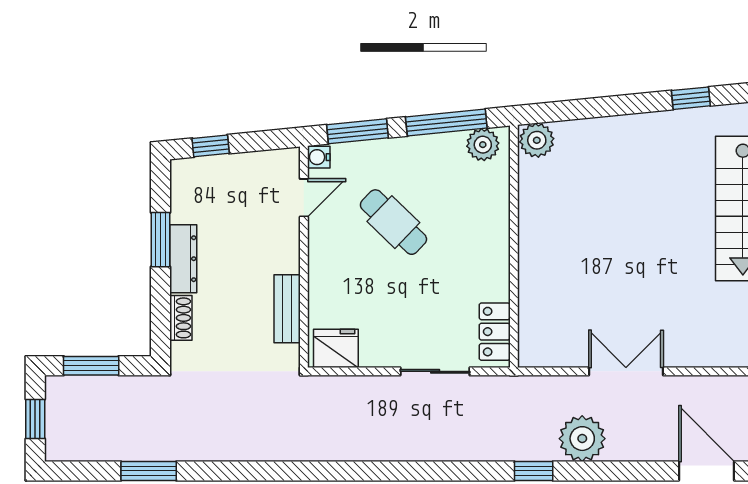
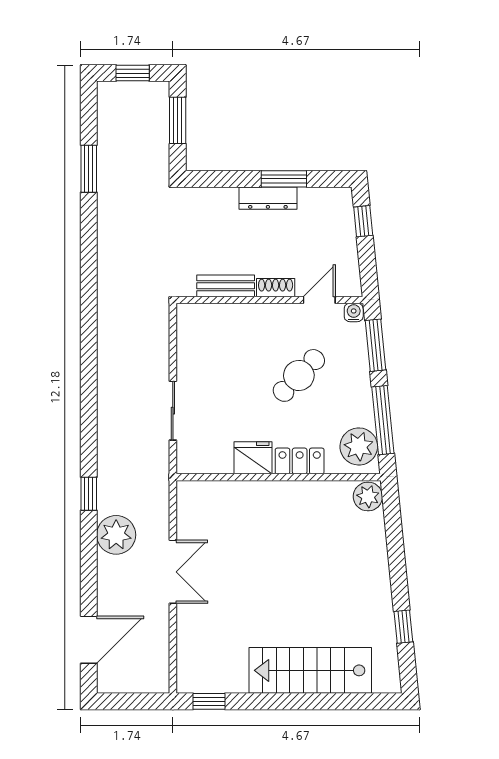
plant: (483, 145) -> (359, 446), width x1.36, depth x1.36
door: (304, 198) -> (319, 300), swing flipped
shoe rack: (181, 318) -> (276, 288), moved, turned 180
locker: (495, 332) -> (300, 461), moved
fridge: (336, 348) -> (253, 458), moved, turned -90

